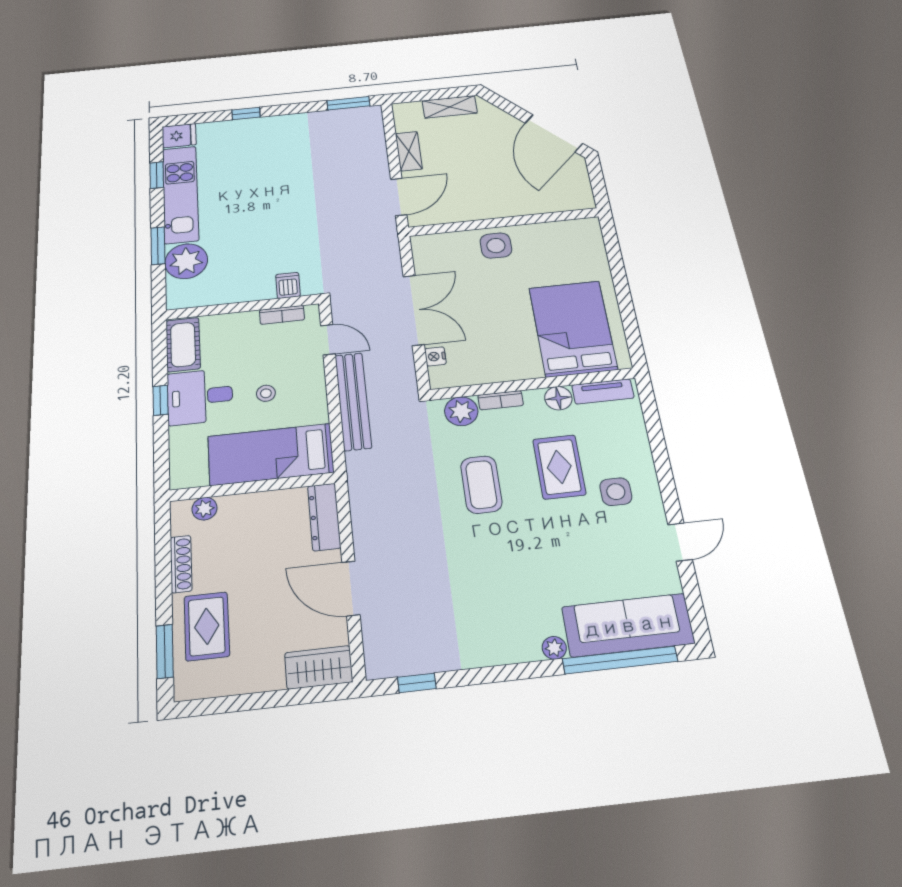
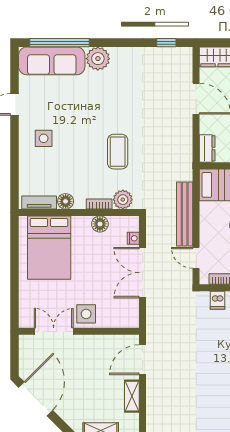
double door: (543, 218) -> (54, 331), added
floor lamp: (494, 371) -> (100, 224), added
rug: (559, 467) -> (72, 157), removed
dresser: (324, 517) -> (207, 148), width x0.70
plant: (554, 648) -> (98, 59), width x1.88, depth x1.88

